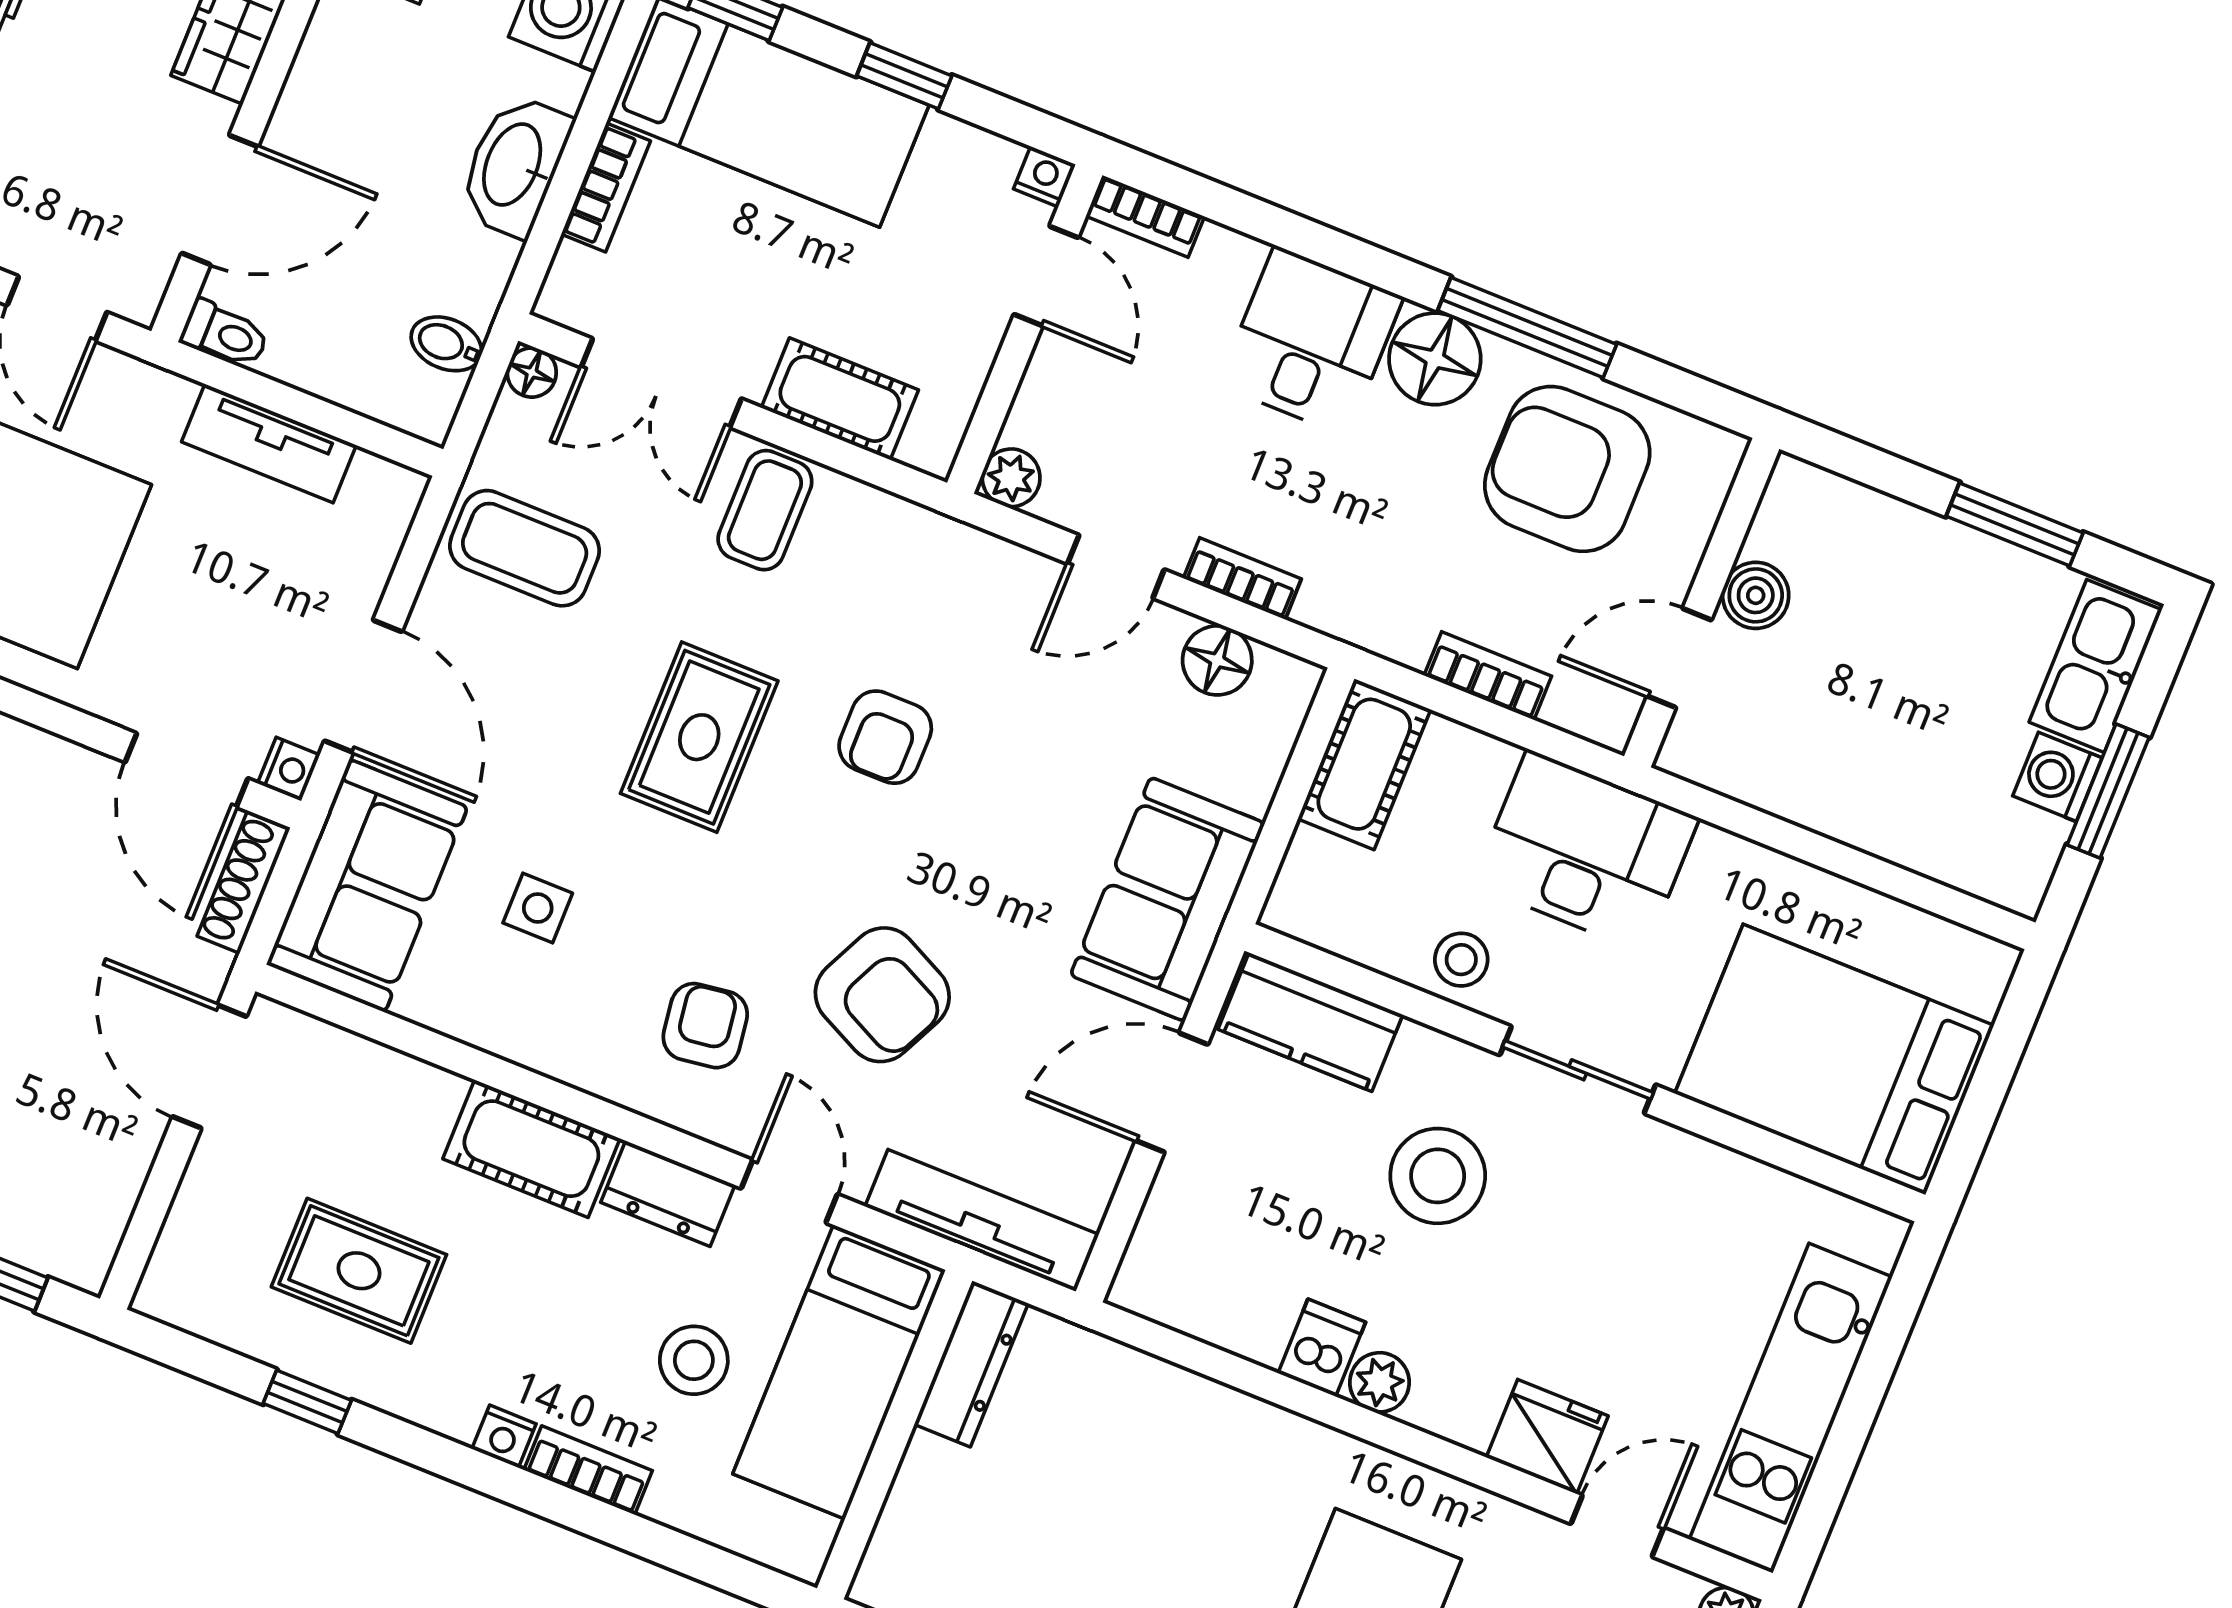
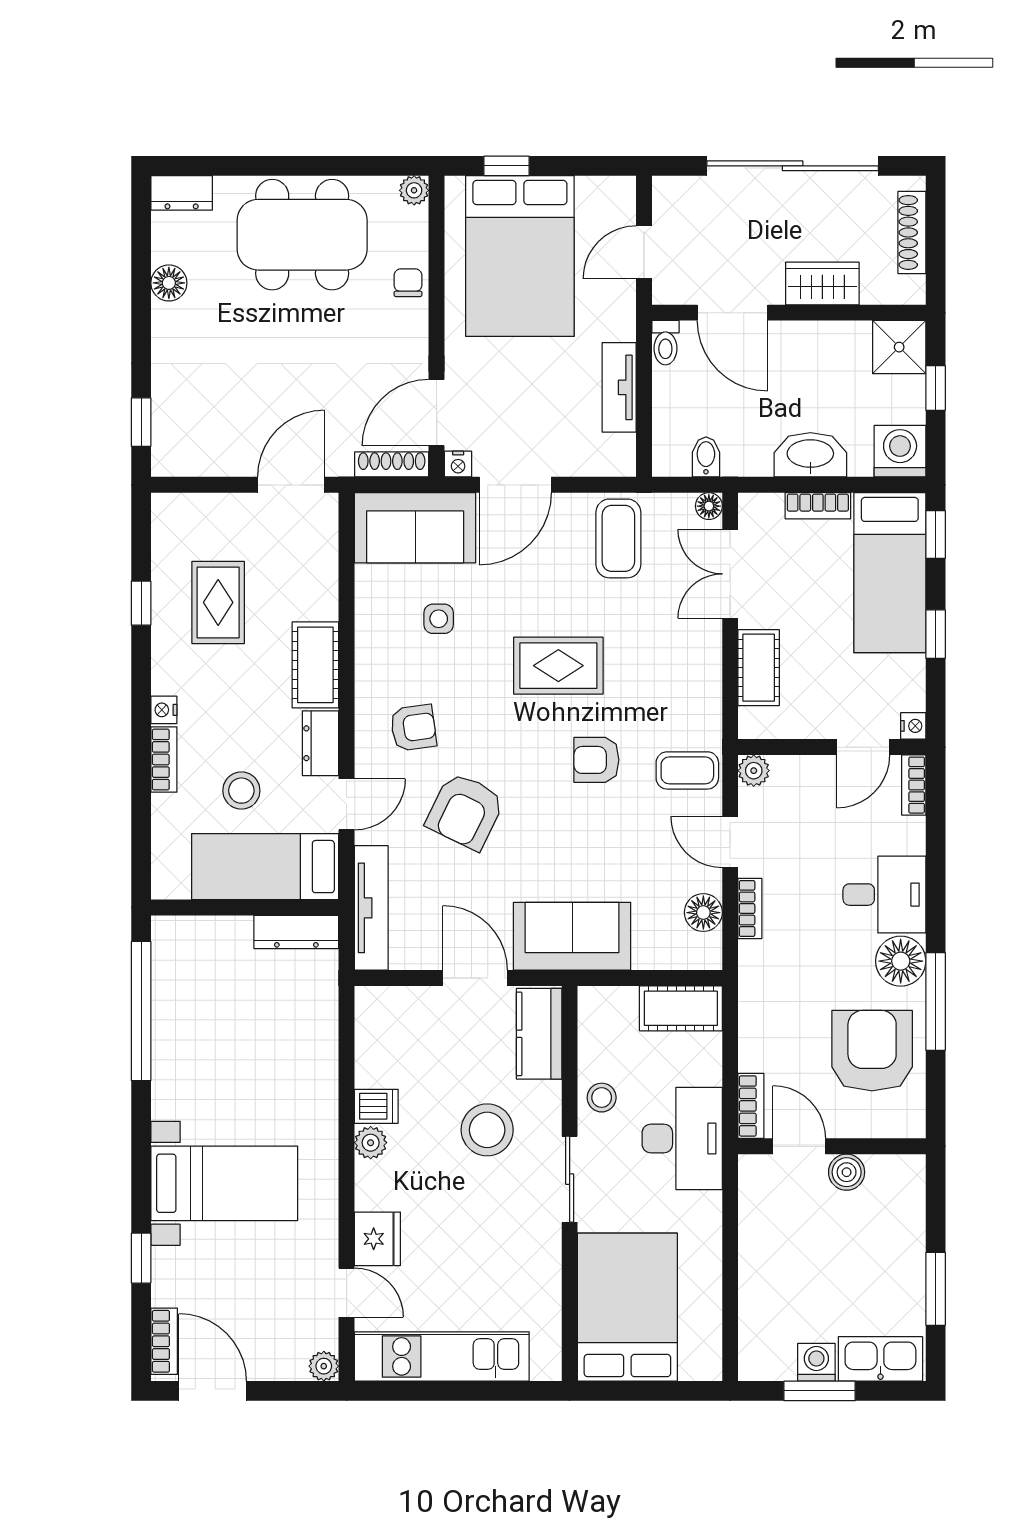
coffee table: (765, 510) -> (687, 770), moved
bookcase: (1488, 676) -> (751, 1106), moved

